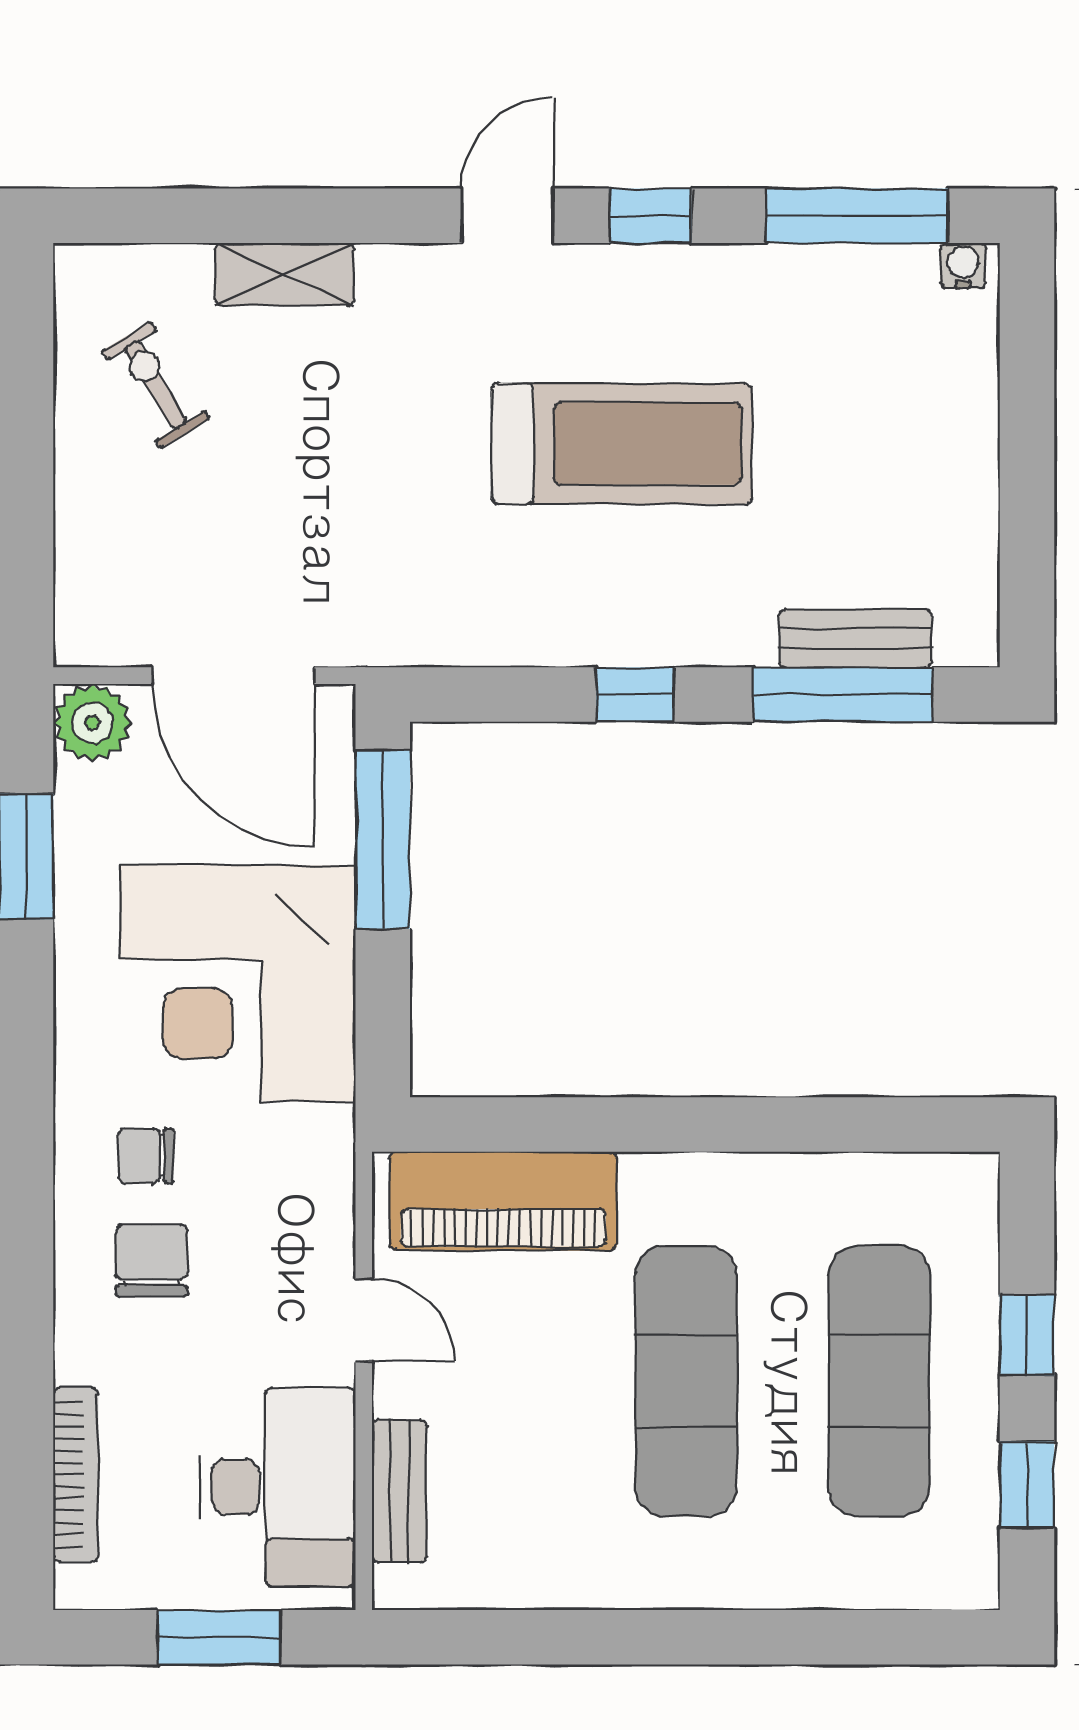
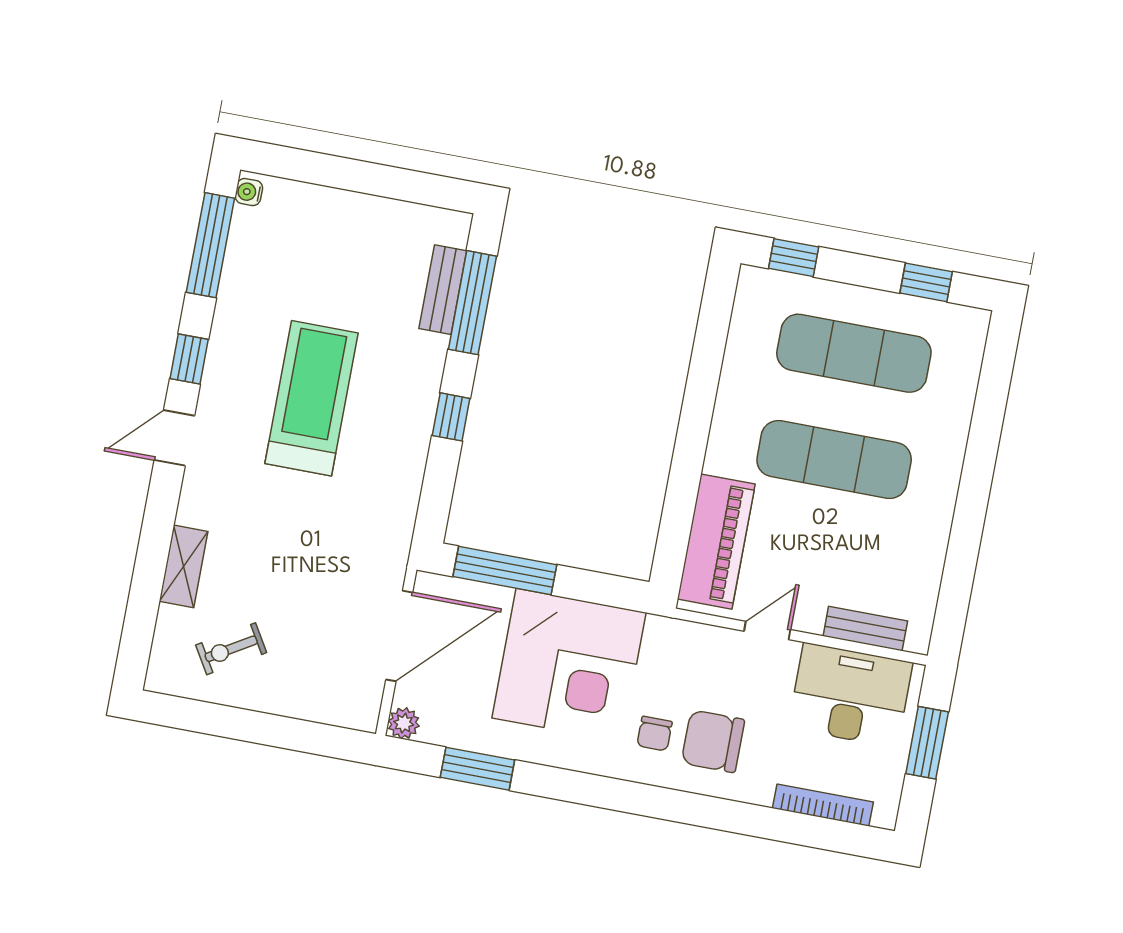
door: (507, 216) -> (174, 438), hinge flipped
plant: (92, 723) -> (404, 723), width x0.73, depth x0.73
chair: (152, 1261) -> (713, 741), width x1.37, depth x1.37
window: (1027, 1335) -> (794, 258), moved

